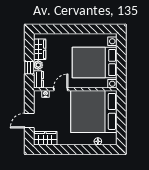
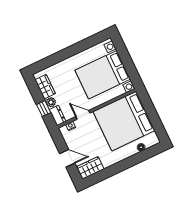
door: (61, 89) -> (83, 115), hinge flipped
door: (29, 121) -> (67, 158), swing flipped

